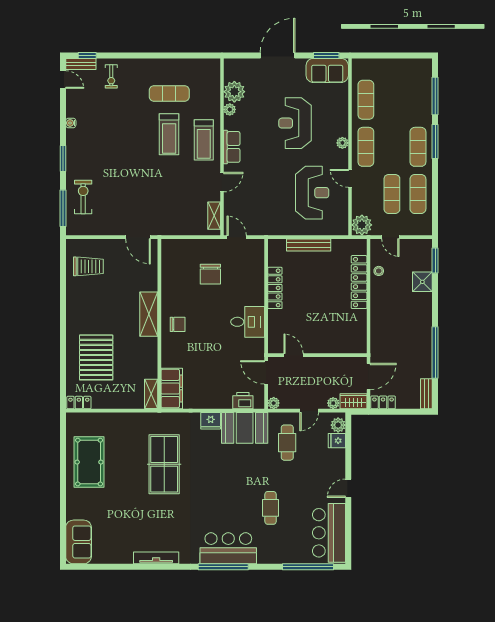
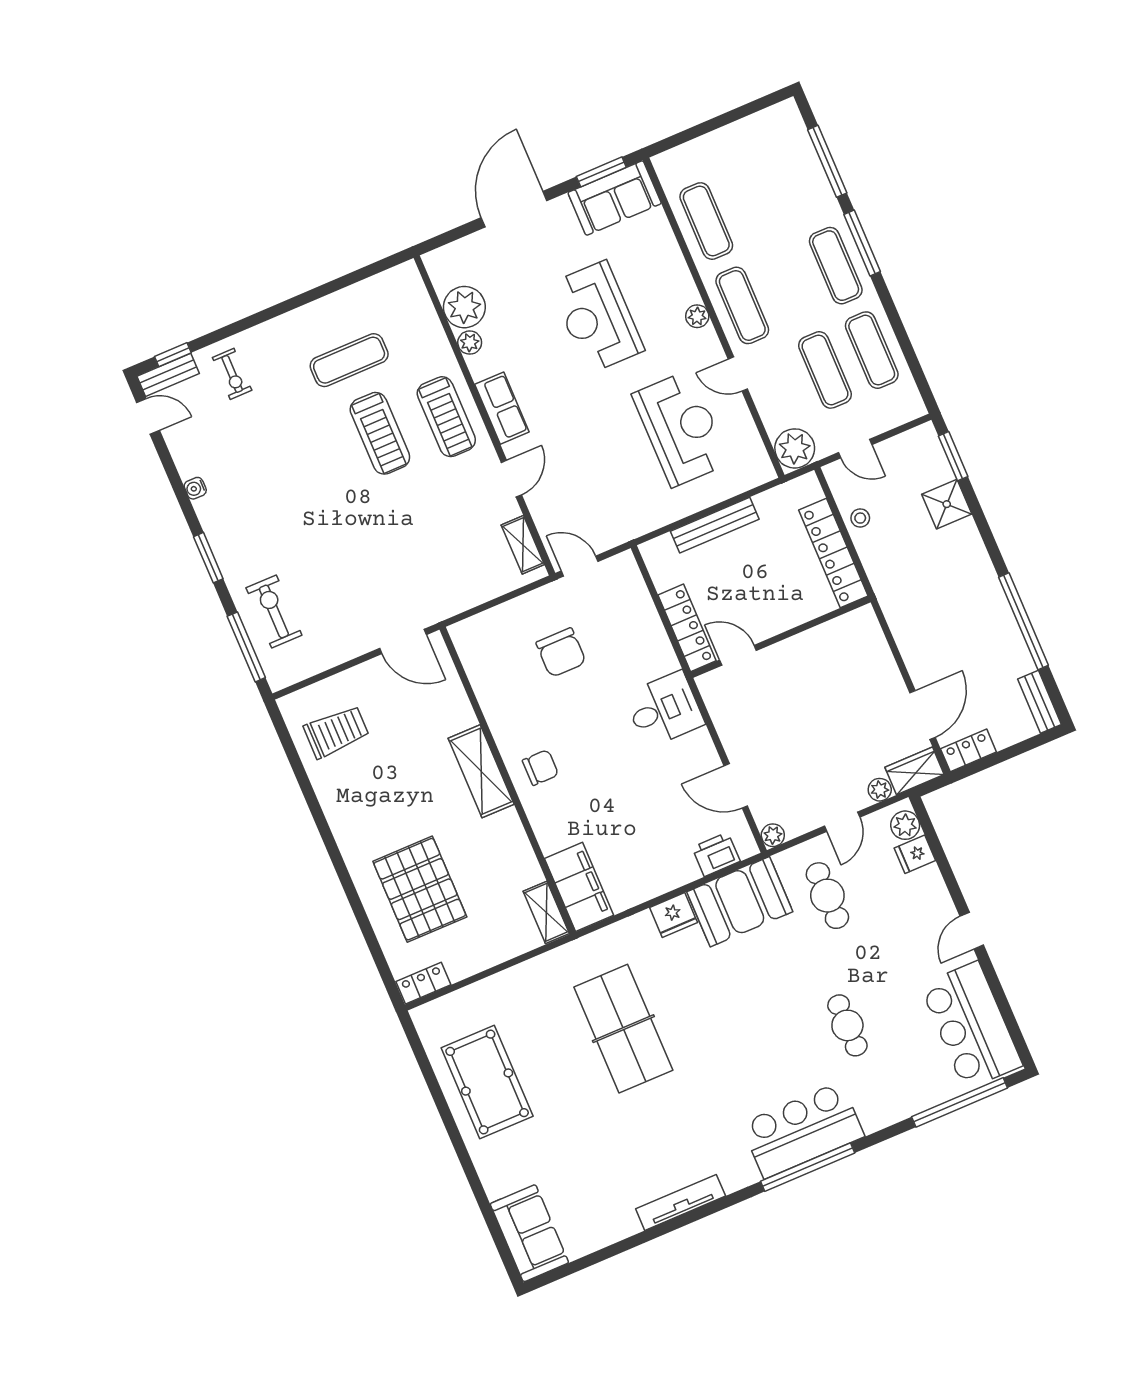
door: (293, 355) -> (738, 655), moved
wall: (317, 355) -> (781, 637), moved

